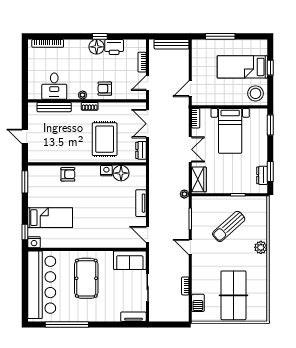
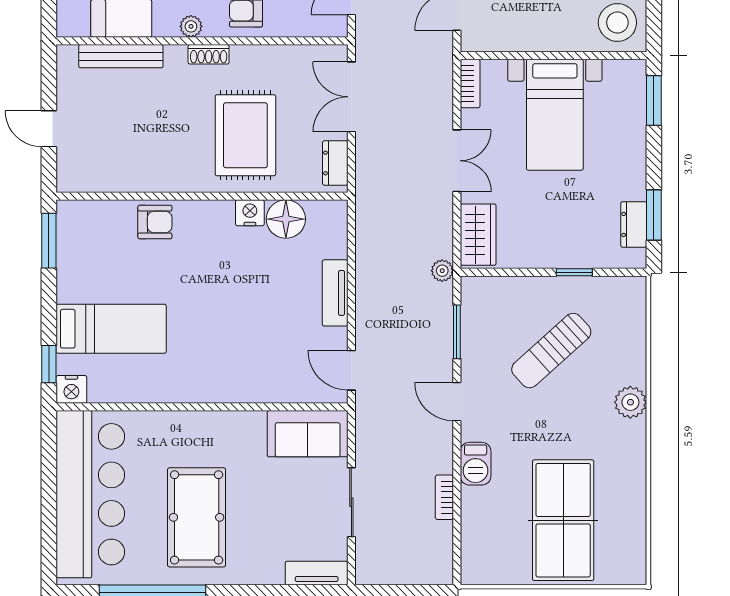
pool table: (86, 278) -> (197, 517), moved
barbecue: (198, 303) -> (476, 464), moved

